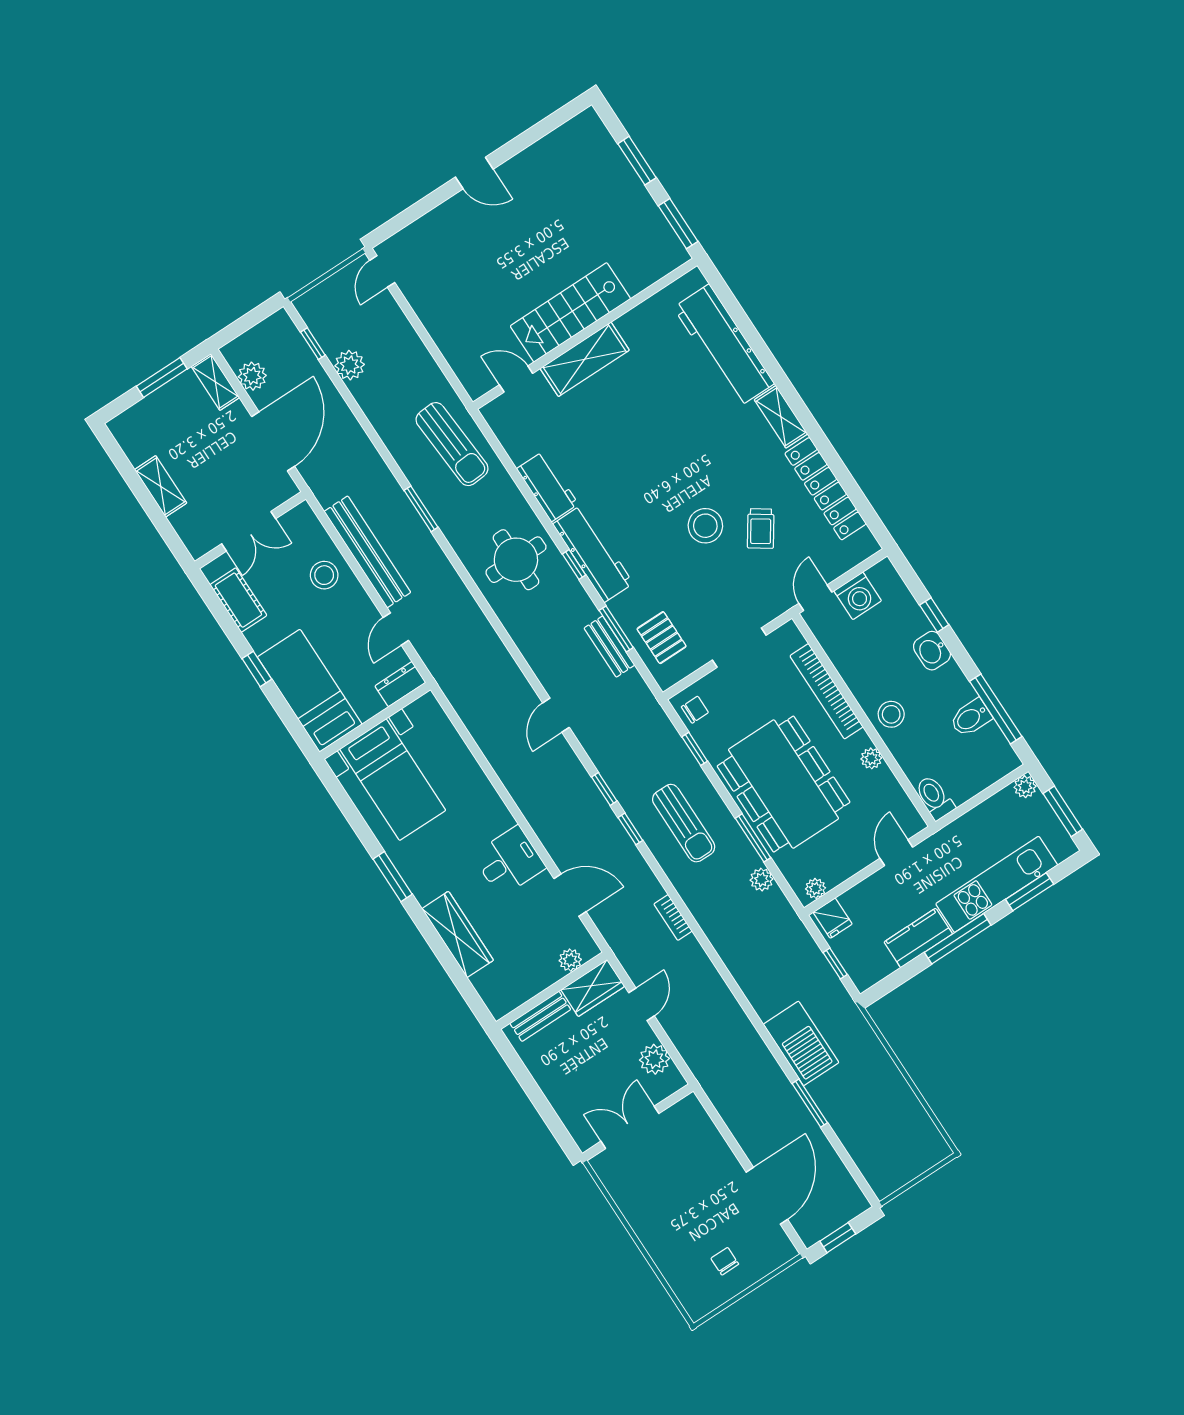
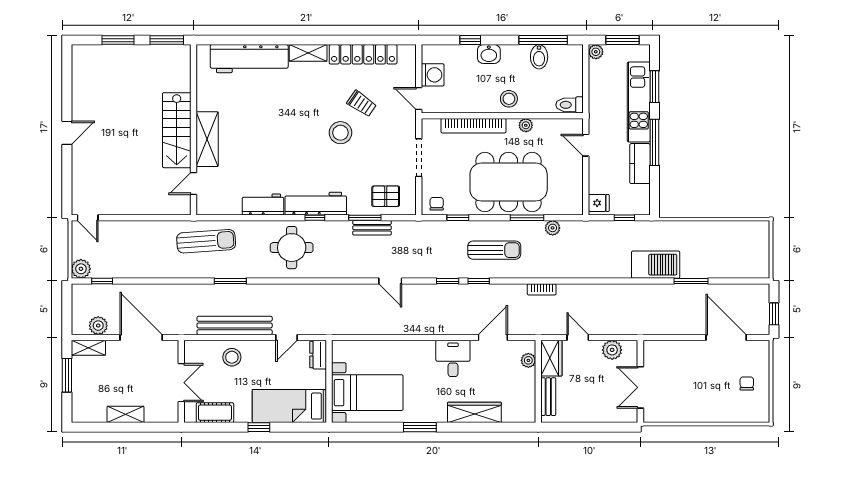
plant: (350, 365) -> (81, 269), moved
door: (396, 629) -> (287, 337), hinge flipped
plant: (815, 888) -> (577, 202), removed
chair: (725, 1261) -> (747, 383), turned 90

